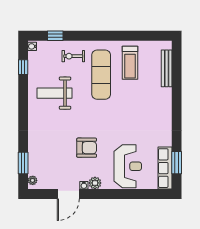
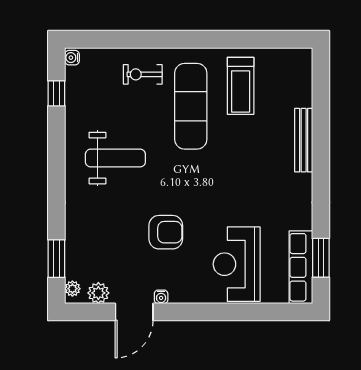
window: (55, 36) -> (112, 39), removed
bench: (167, 68) -> (304, 140), moved
weight bench: (55, 93) -> (115, 158), moved, turned 180
reception desk: (128, 166) -> (237, 264), turned 180
plant: (95, 183) -> (98, 293), moved

